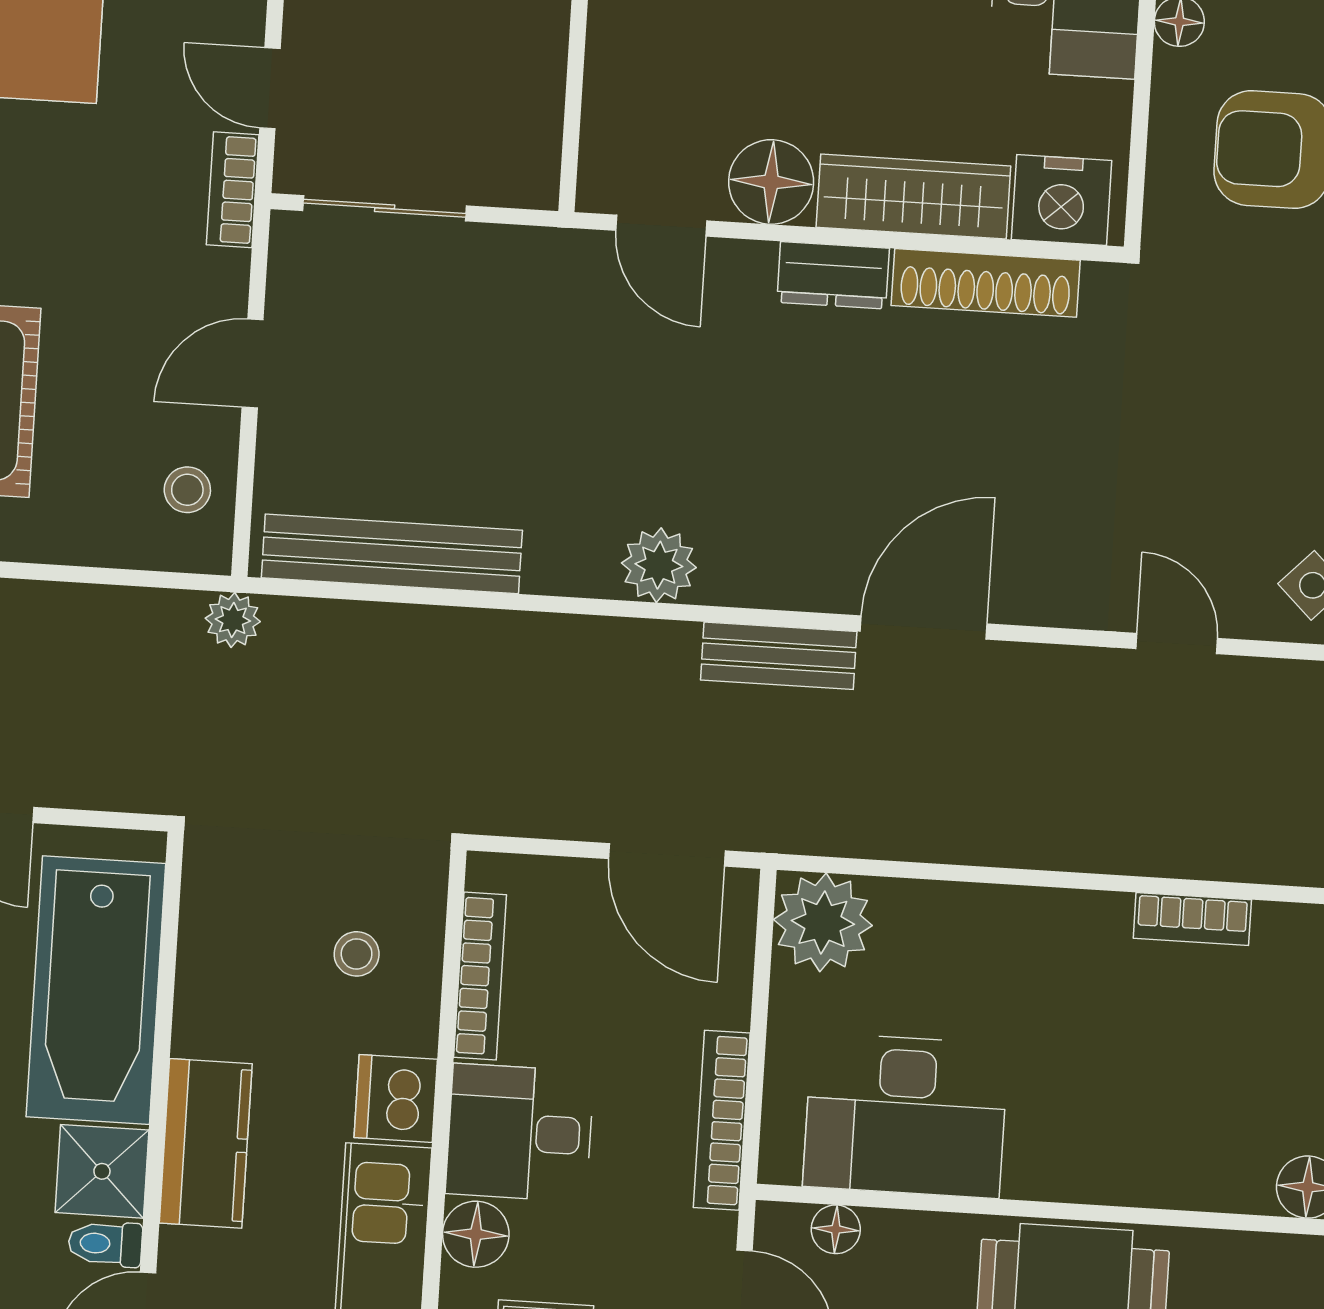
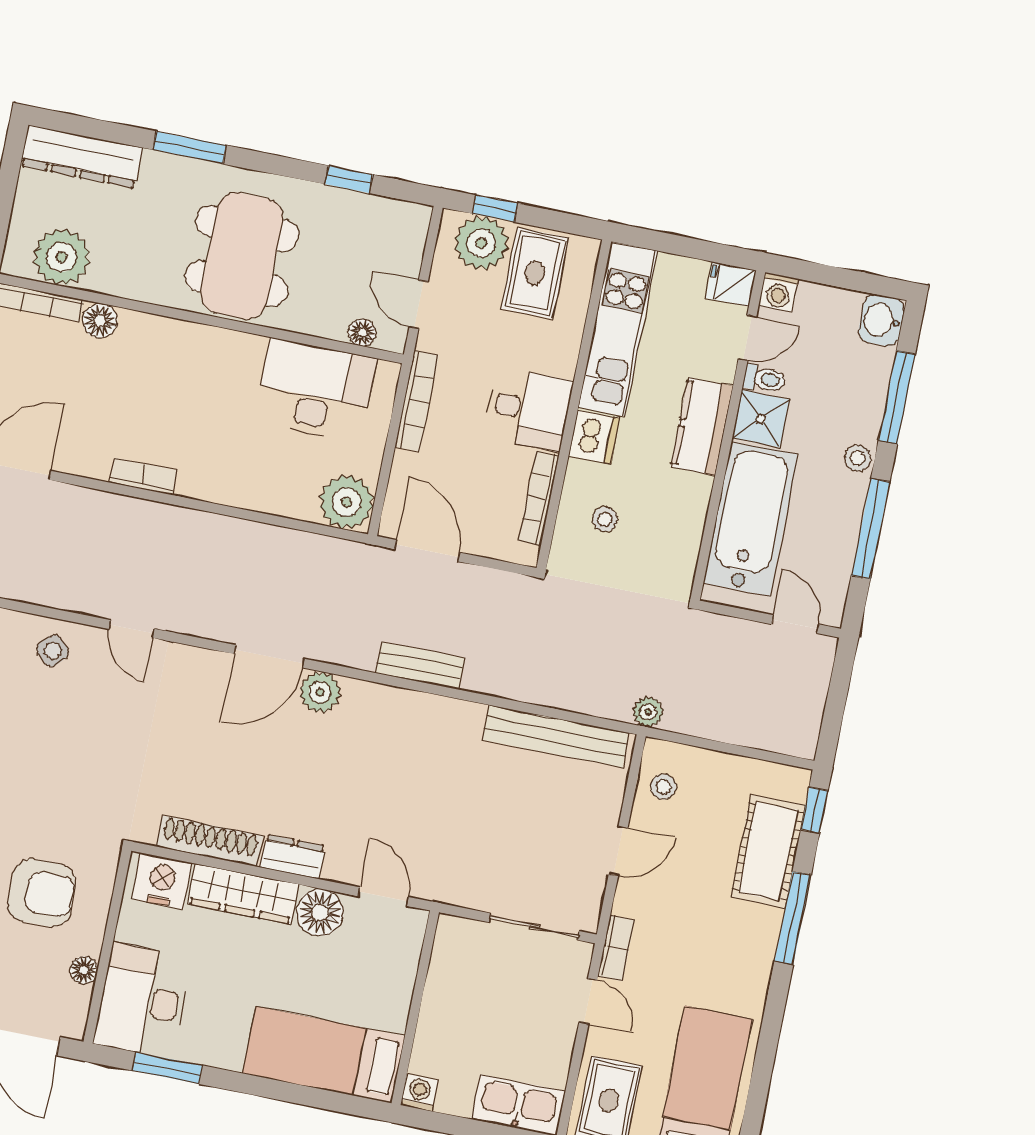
plant: (659, 565) -> (320, 692), moved
bench: (779, 656) -> (420, 665), moved
floor lamp: (476, 1234) -> (560, 357), removed

